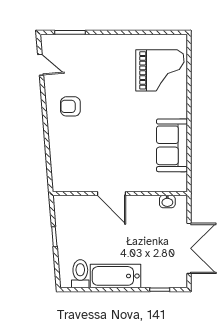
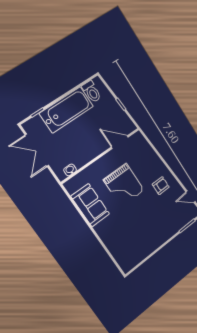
grand piano: (160, 70) -> (124, 185), moved, turned -90
door: (111, 194) -> (120, 142), moved
bathtub: (115, 276) -> (66, 110), width x1.36, depth x1.36

